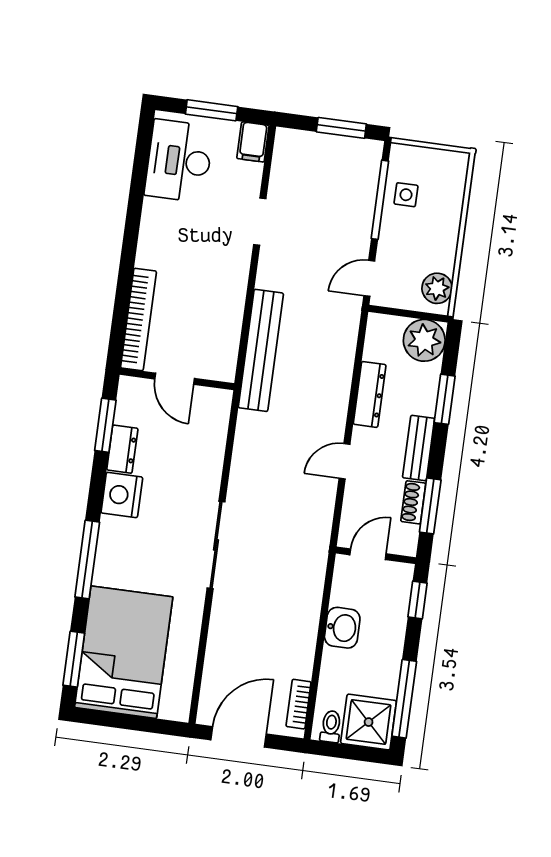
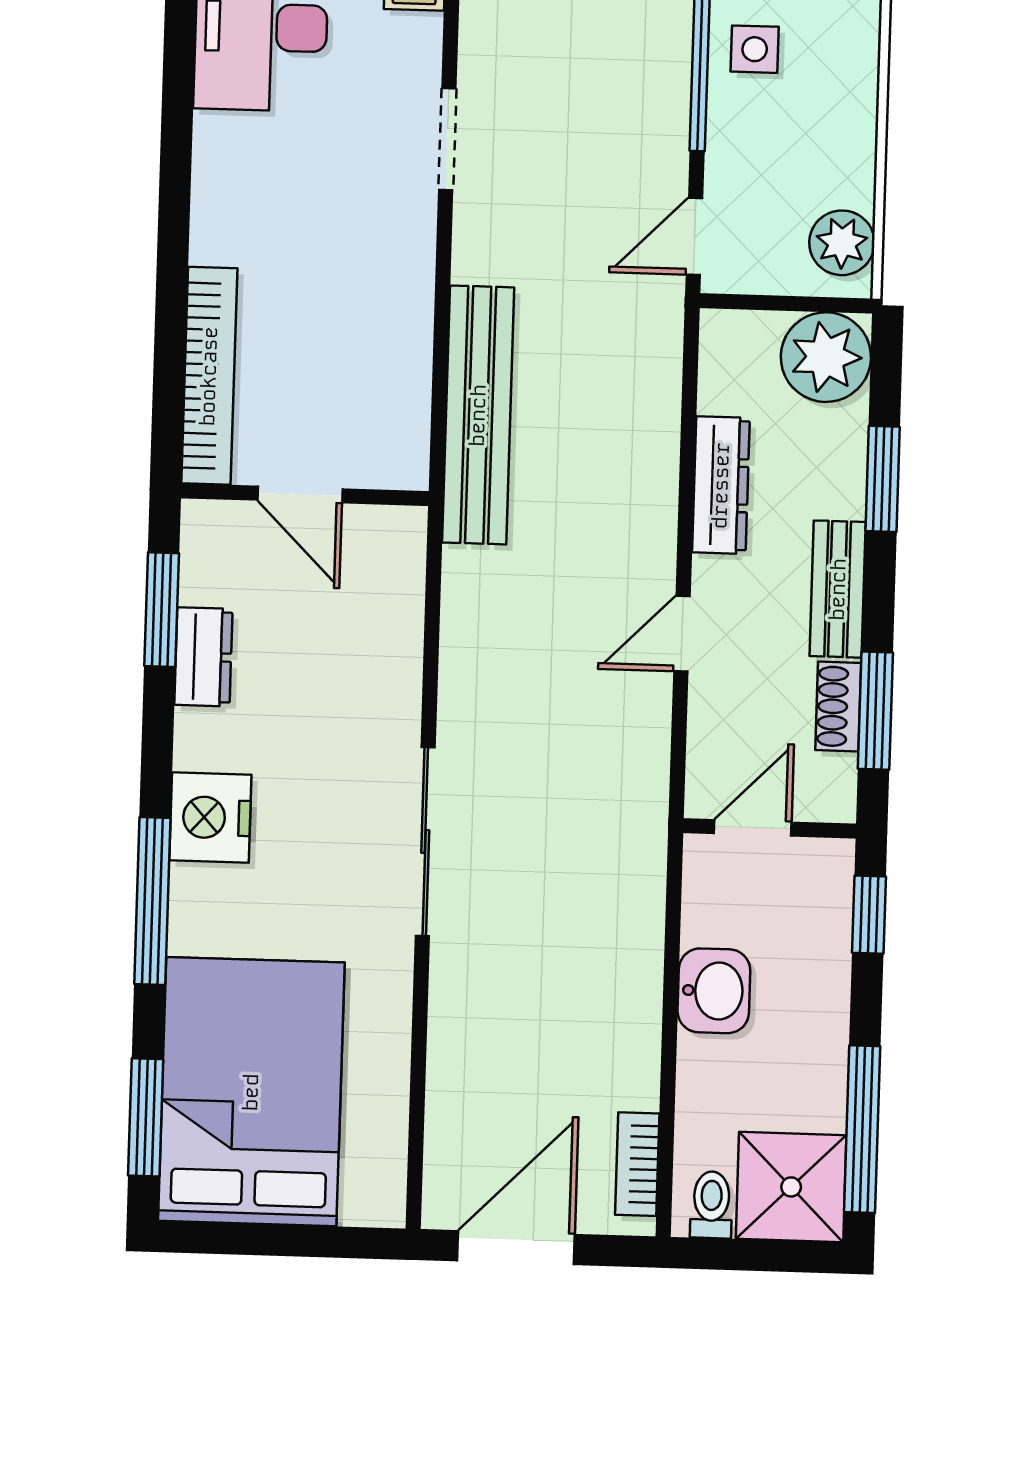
nightstand: (122, 495) -> (210, 817), moved

